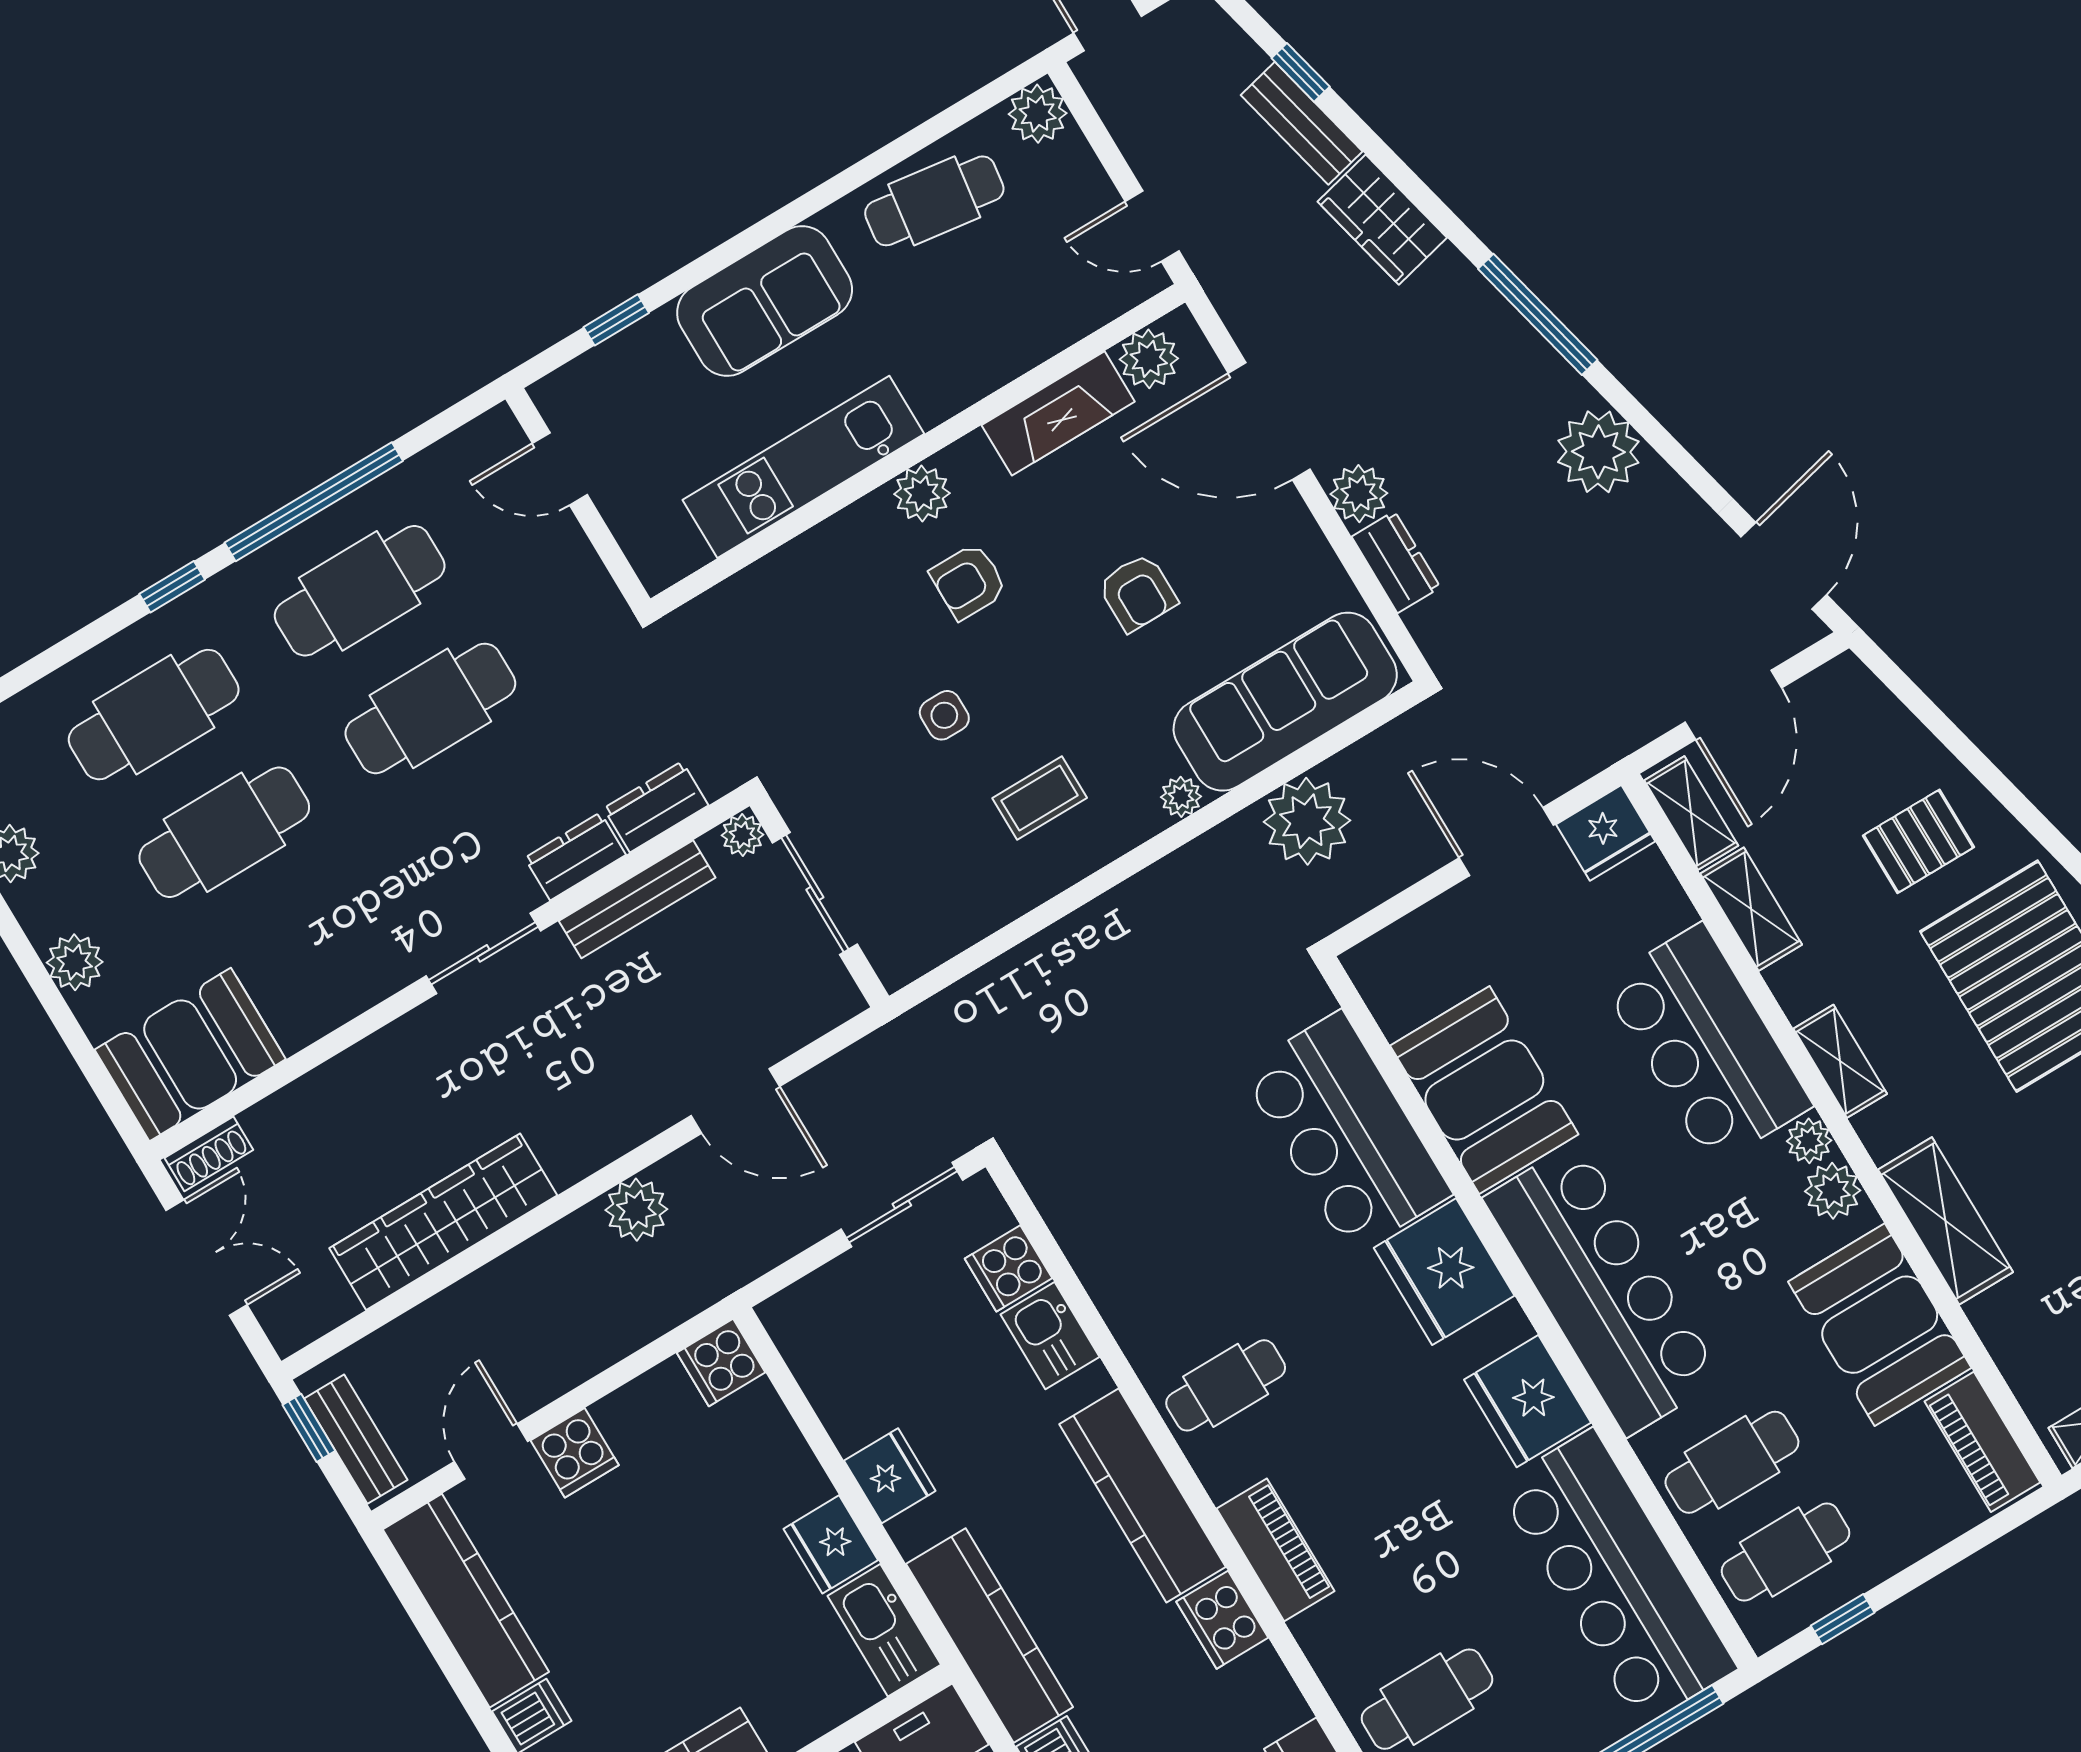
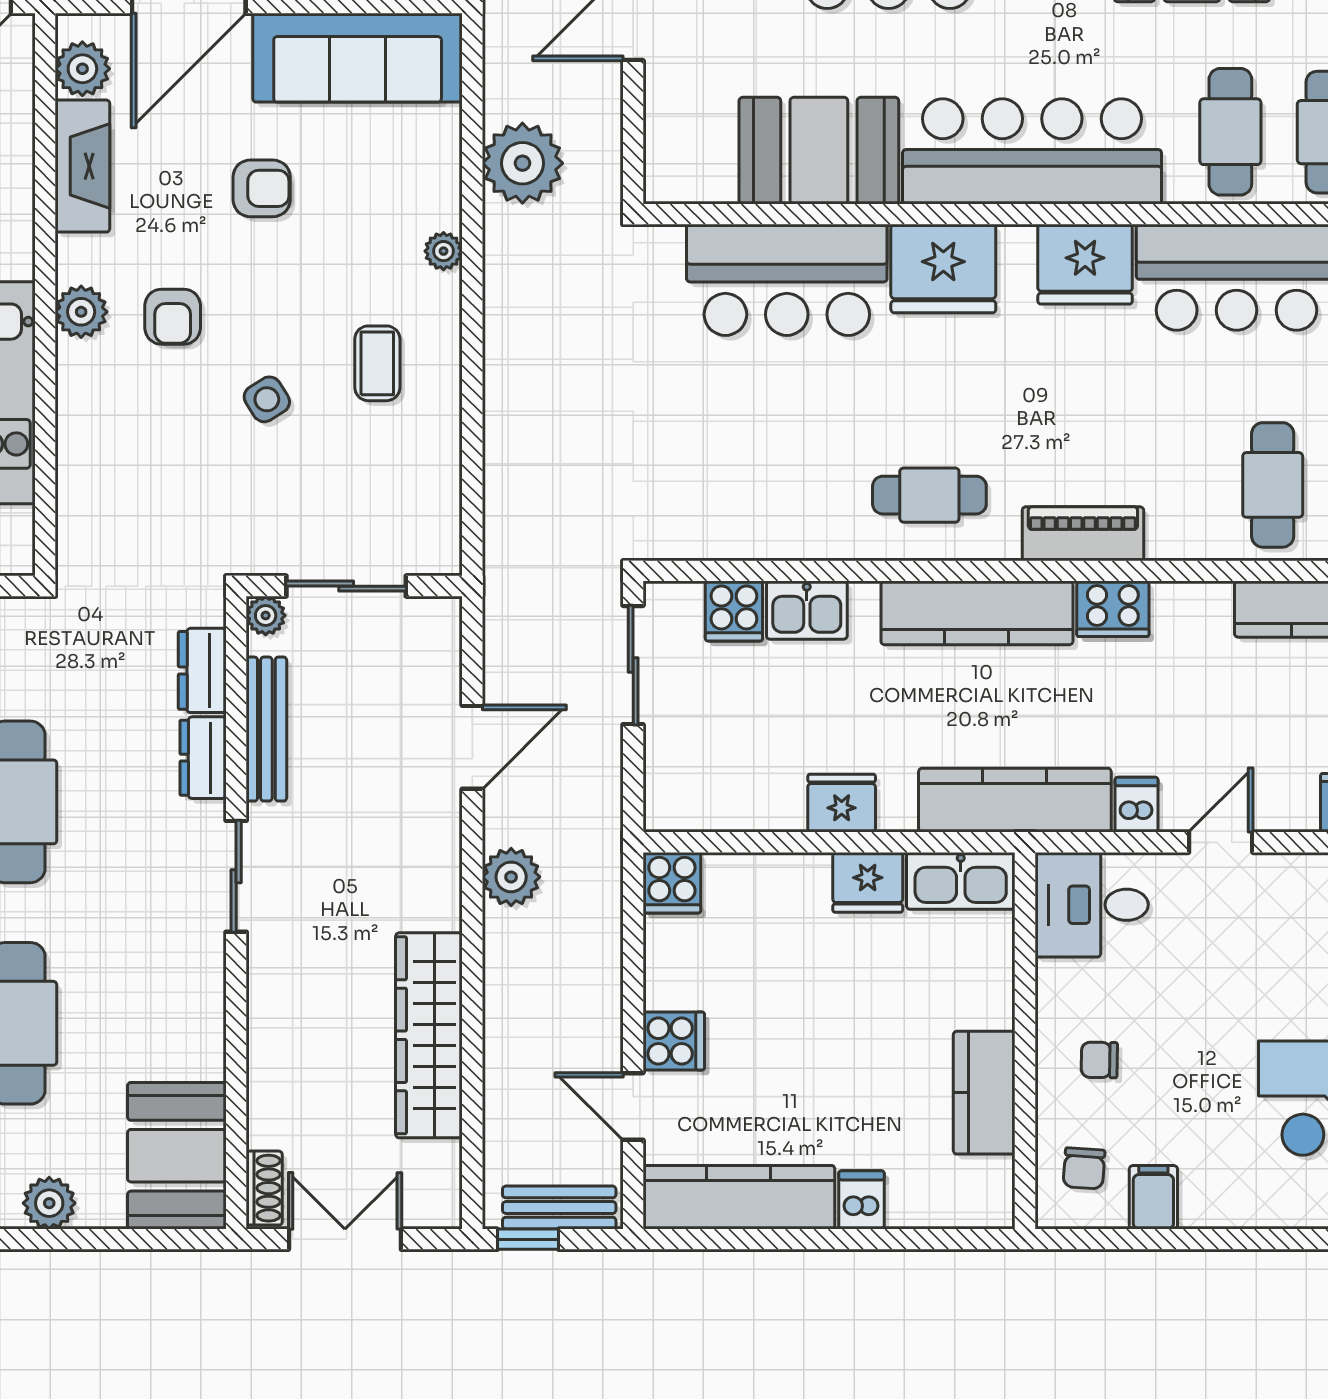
sofa: (1285, 702) -> (358, 58), moved, turned -90
side table: (944, 715) -> (267, 399), turned -32
cafe table: (1226, 1385) -> (929, 495), turned 90

